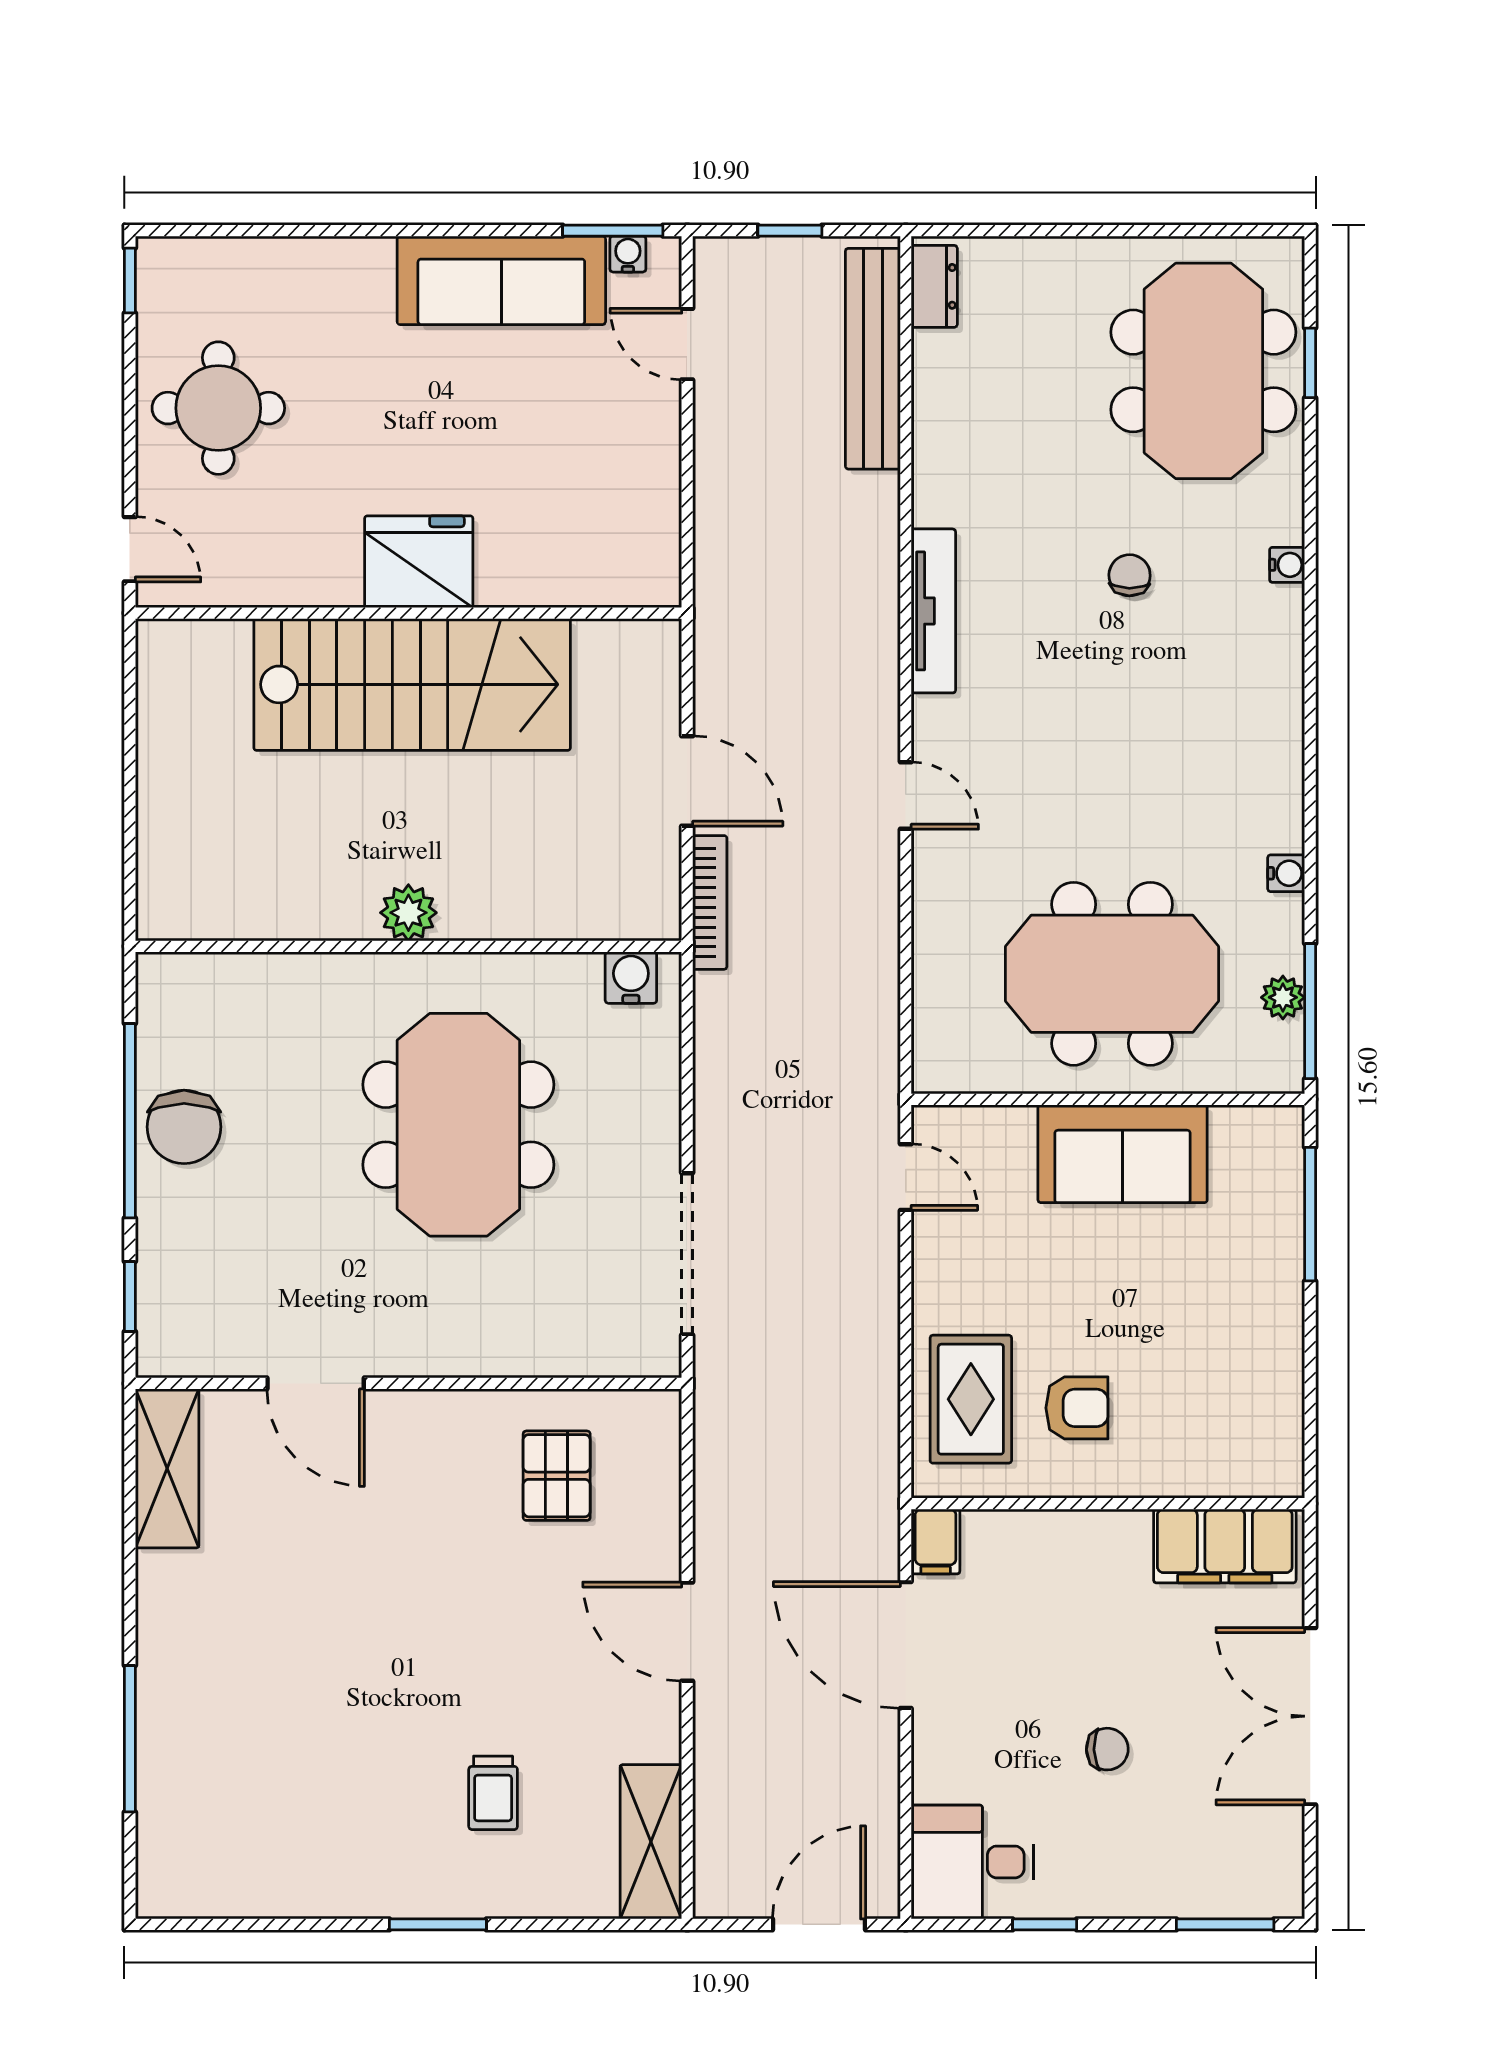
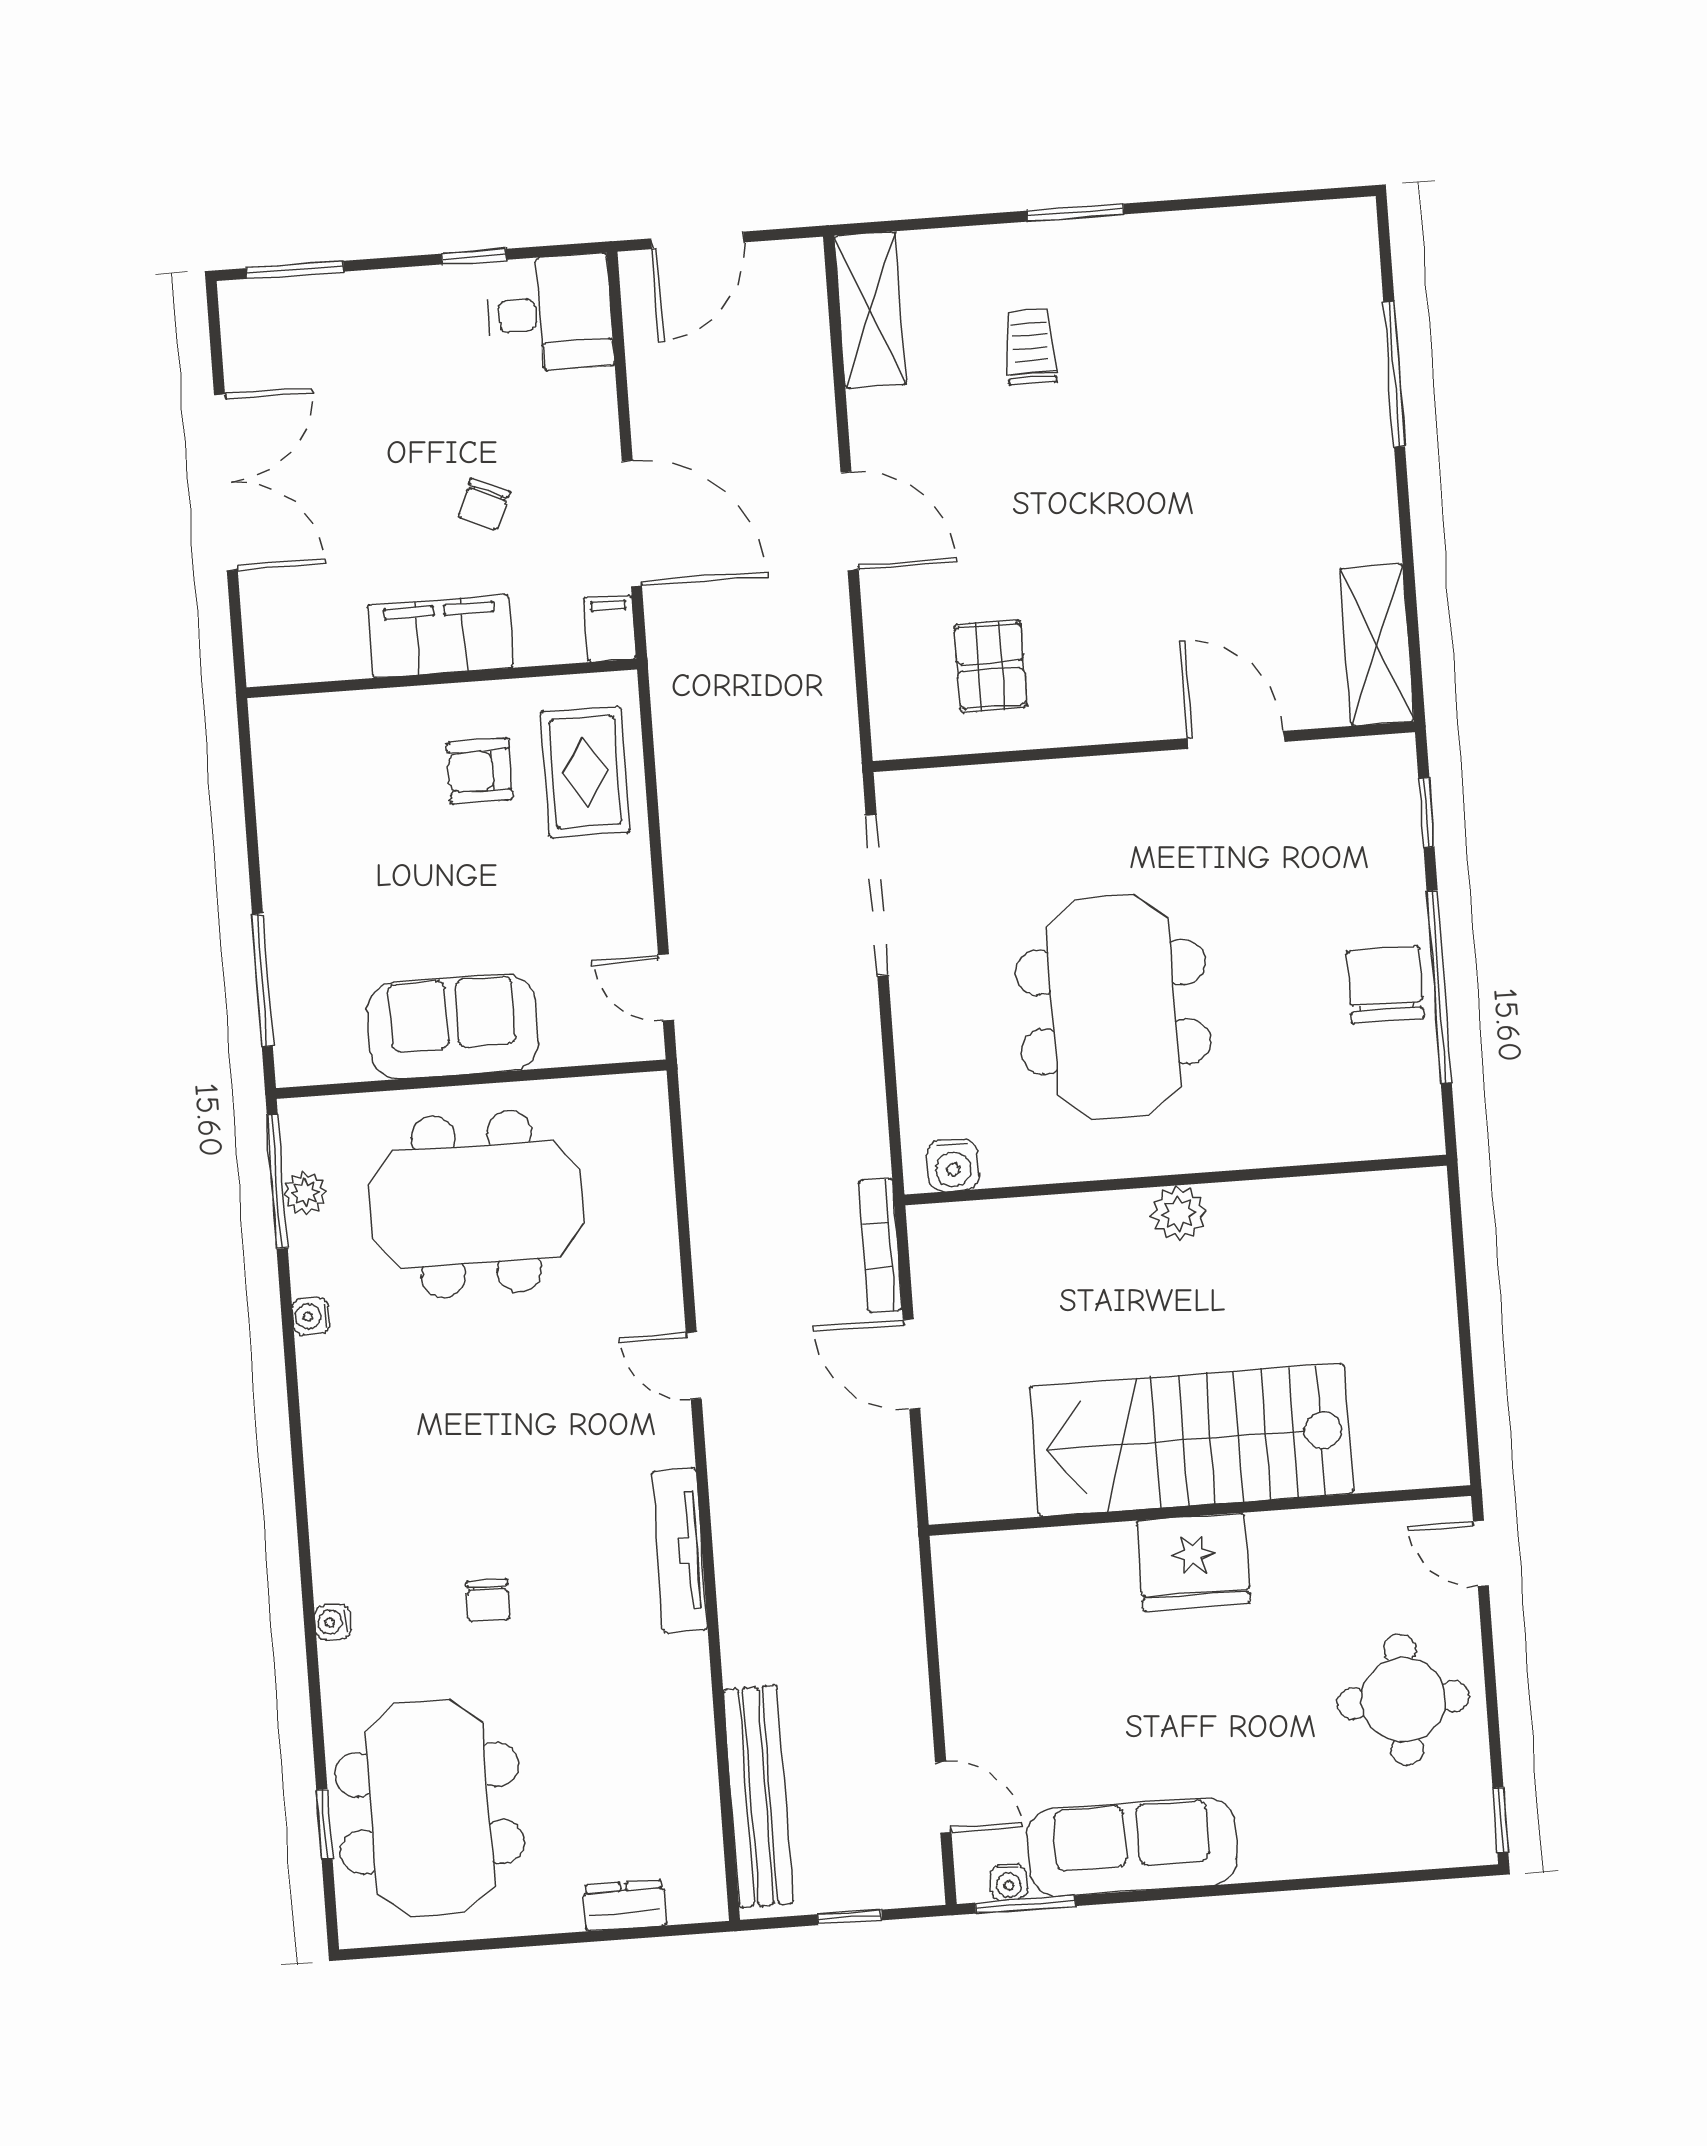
dresser: (934, 286) -> (624, 1905), moved, turned 90
filing cabinet: (1225, 1546) -> (441, 636), moved
chair: (1107, 1749) -> (484, 504), moved, turned -65

